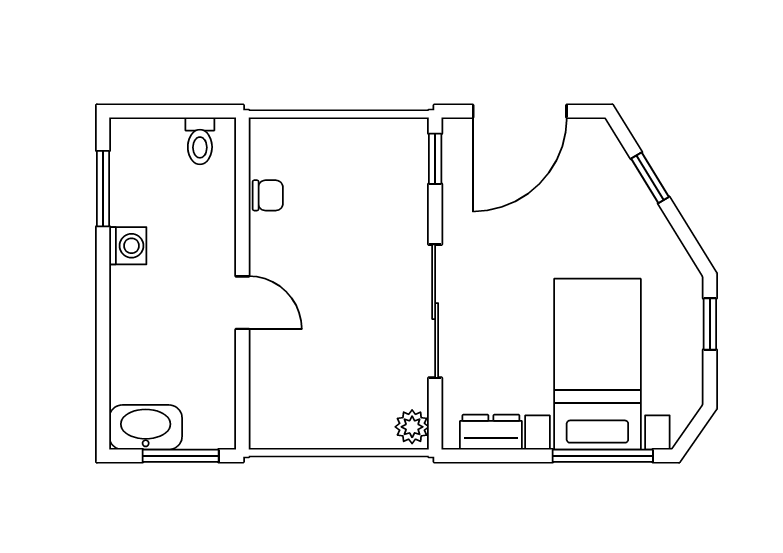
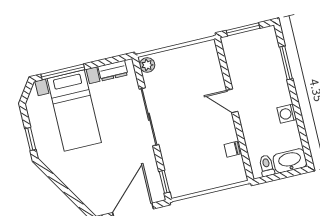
window: (650, 178) -> (71, 195), removed
window: (103, 189) -> (286, 63), moved
washbasin: (146, 427) -> (290, 161), moved, turned 180

